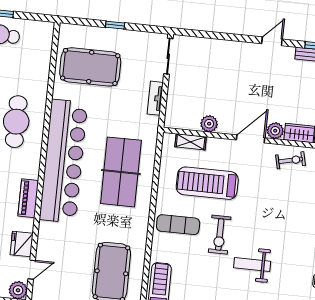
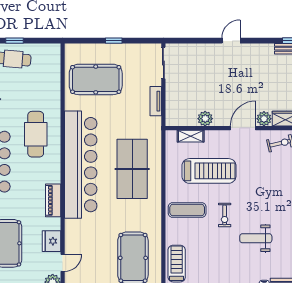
door: (272, 41) -> (231, 41), moved
treadmill: (207, 183) -> (209, 171), turned 180
exercise bike: (220, 235) -> (225, 215), width x0.73, depth x0.72

